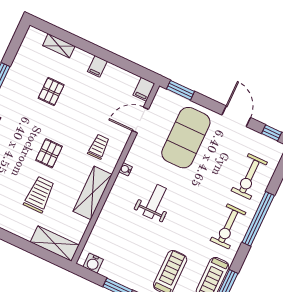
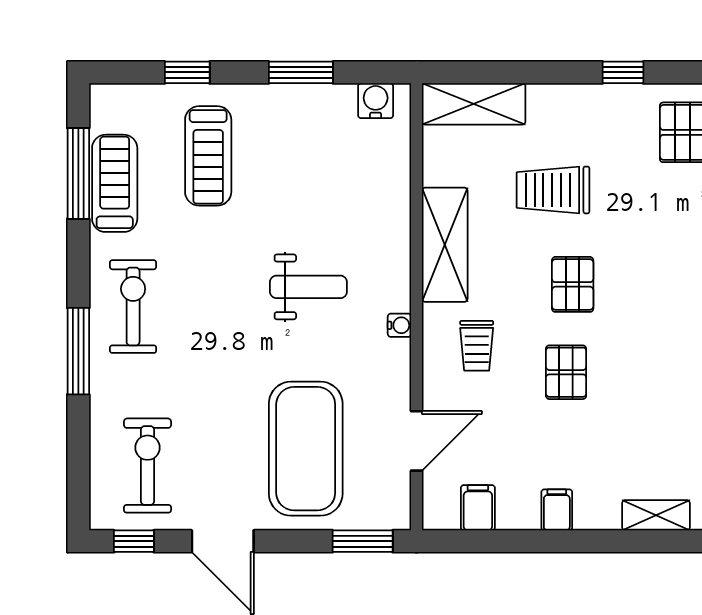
filing cabinet: (144, 89) -> (478, 508), moved
pallet: (51, 91) -> (566, 372), moved
exercise bike: (249, 177) -> (148, 466), moved
trolley: (39, 194) -> (553, 190), turned 90
weight bench: (155, 202) -> (308, 287), turned -90
window: (258, 219) -> (78, 351), width x0.68

